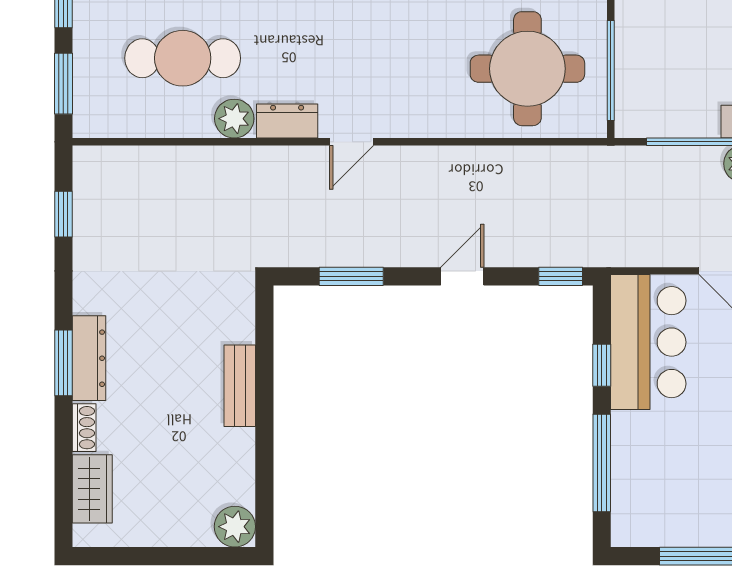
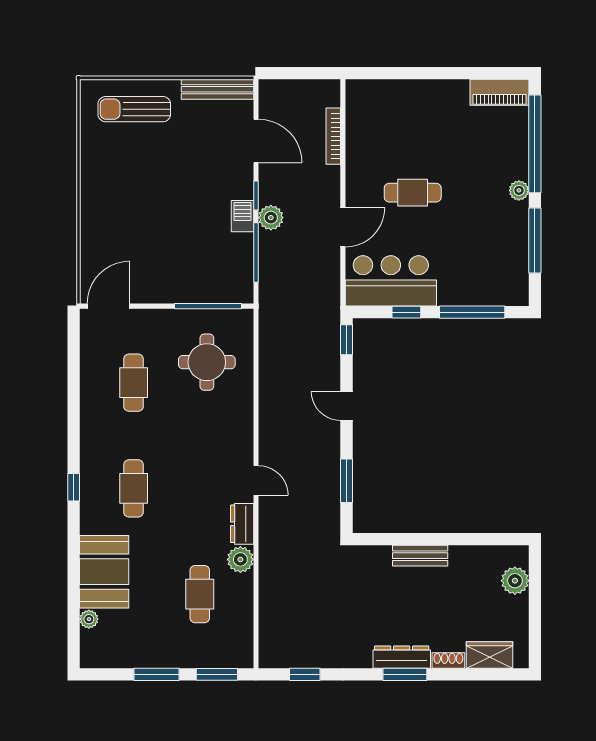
cafe table: (183, 58) -> (200, 594), width x0.73, depth x0.74
round table: (527, 69) -> (207, 362), width x0.73, depth x0.73
plant: (235, 527) -> (515, 581), moved

